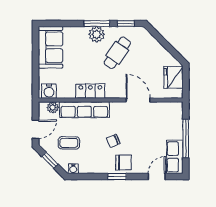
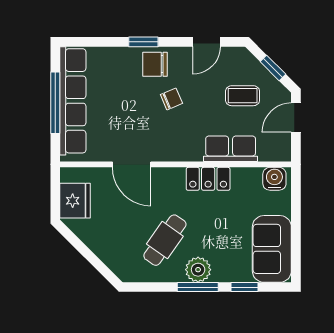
window: (126, 23) -> (245, 287), moved
plant: (53, 107) -> (269, 152), removed
row of seats: (84, 110) -> (231, 149), width x0.68
row of seats: (175, 157) -> (73, 101), width x2.02
water cooler: (73, 169) -> (235, 54), removed
window: (117, 177) -> (143, 42), moved
door: (157, 177) -> (206, 42), moved

